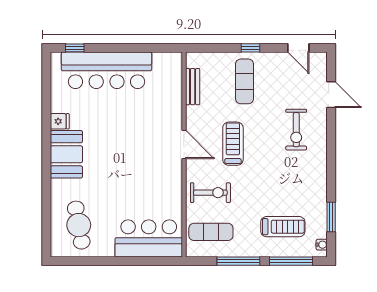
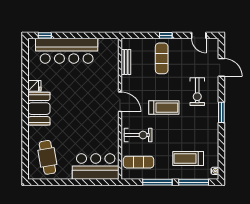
treadmill: (233, 144) -> (164, 108), moved, turned 90
window: (331, 217) -> (221, 112), moved
treadmill: (283, 227) -> (188, 158), turned 180

